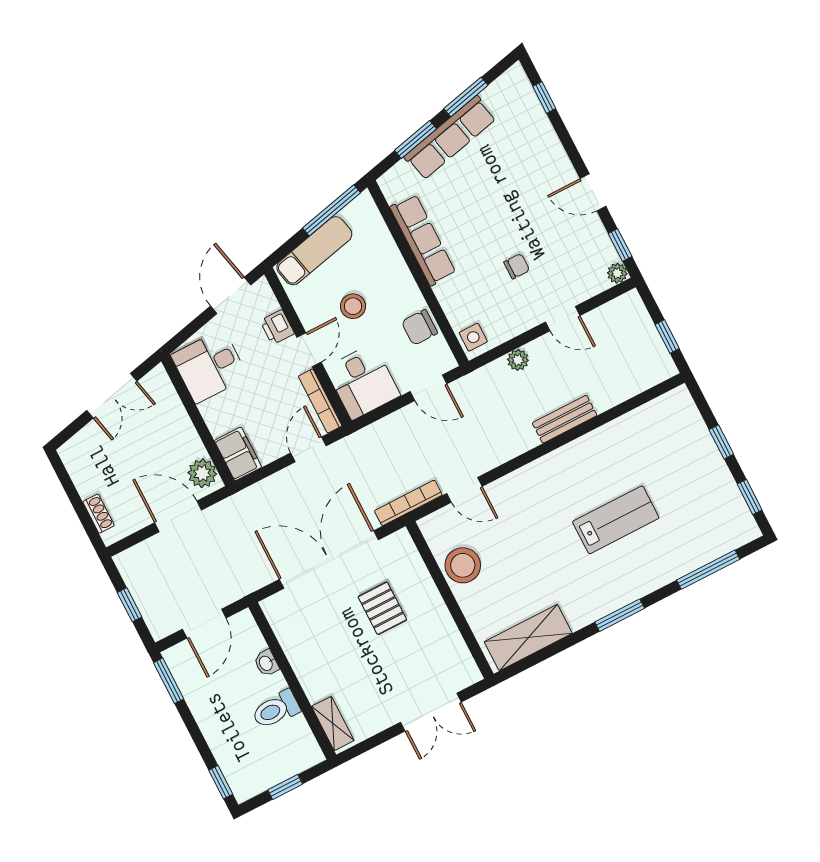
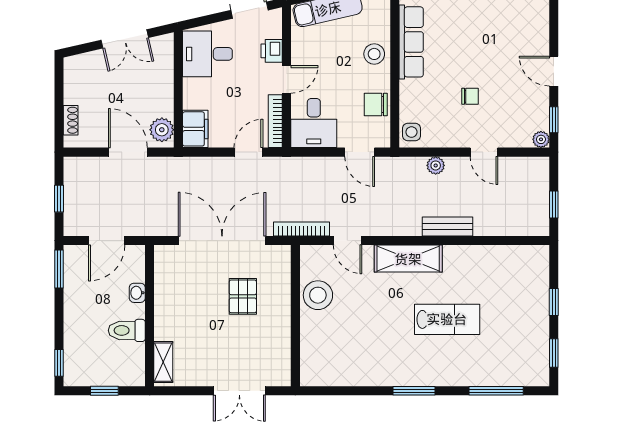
stool: (353, 306) -> (374, 54), moved
shelving: (528, 638) -> (408, 259), moved

